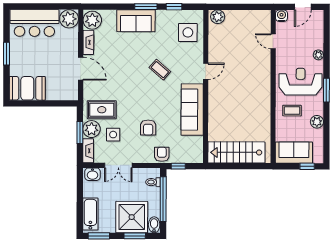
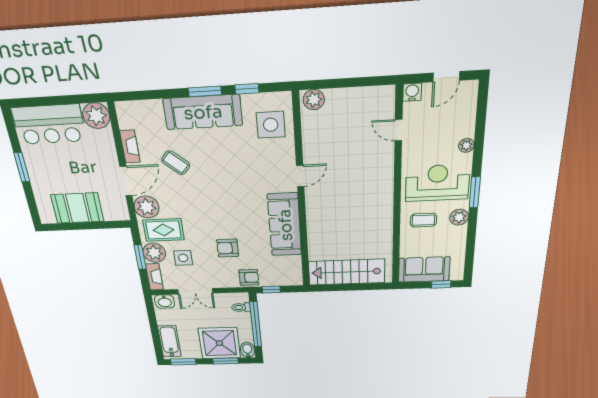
plant: (92, 20) -> (147, 207), moved
sofa: (136, 21) -> (203, 112), width x1.36
door: (81, 69) -> (126, 181), hinge flipped
coffee table: (160, 70) -> (176, 163), moved
booth: (27, 88) -> (77, 208), moved
plant: (317, 122) -> (459, 217), moved
armchair: (148, 127) -> (228, 248), turned 90
armchair: (162, 154) -> (249, 277), turned 90

